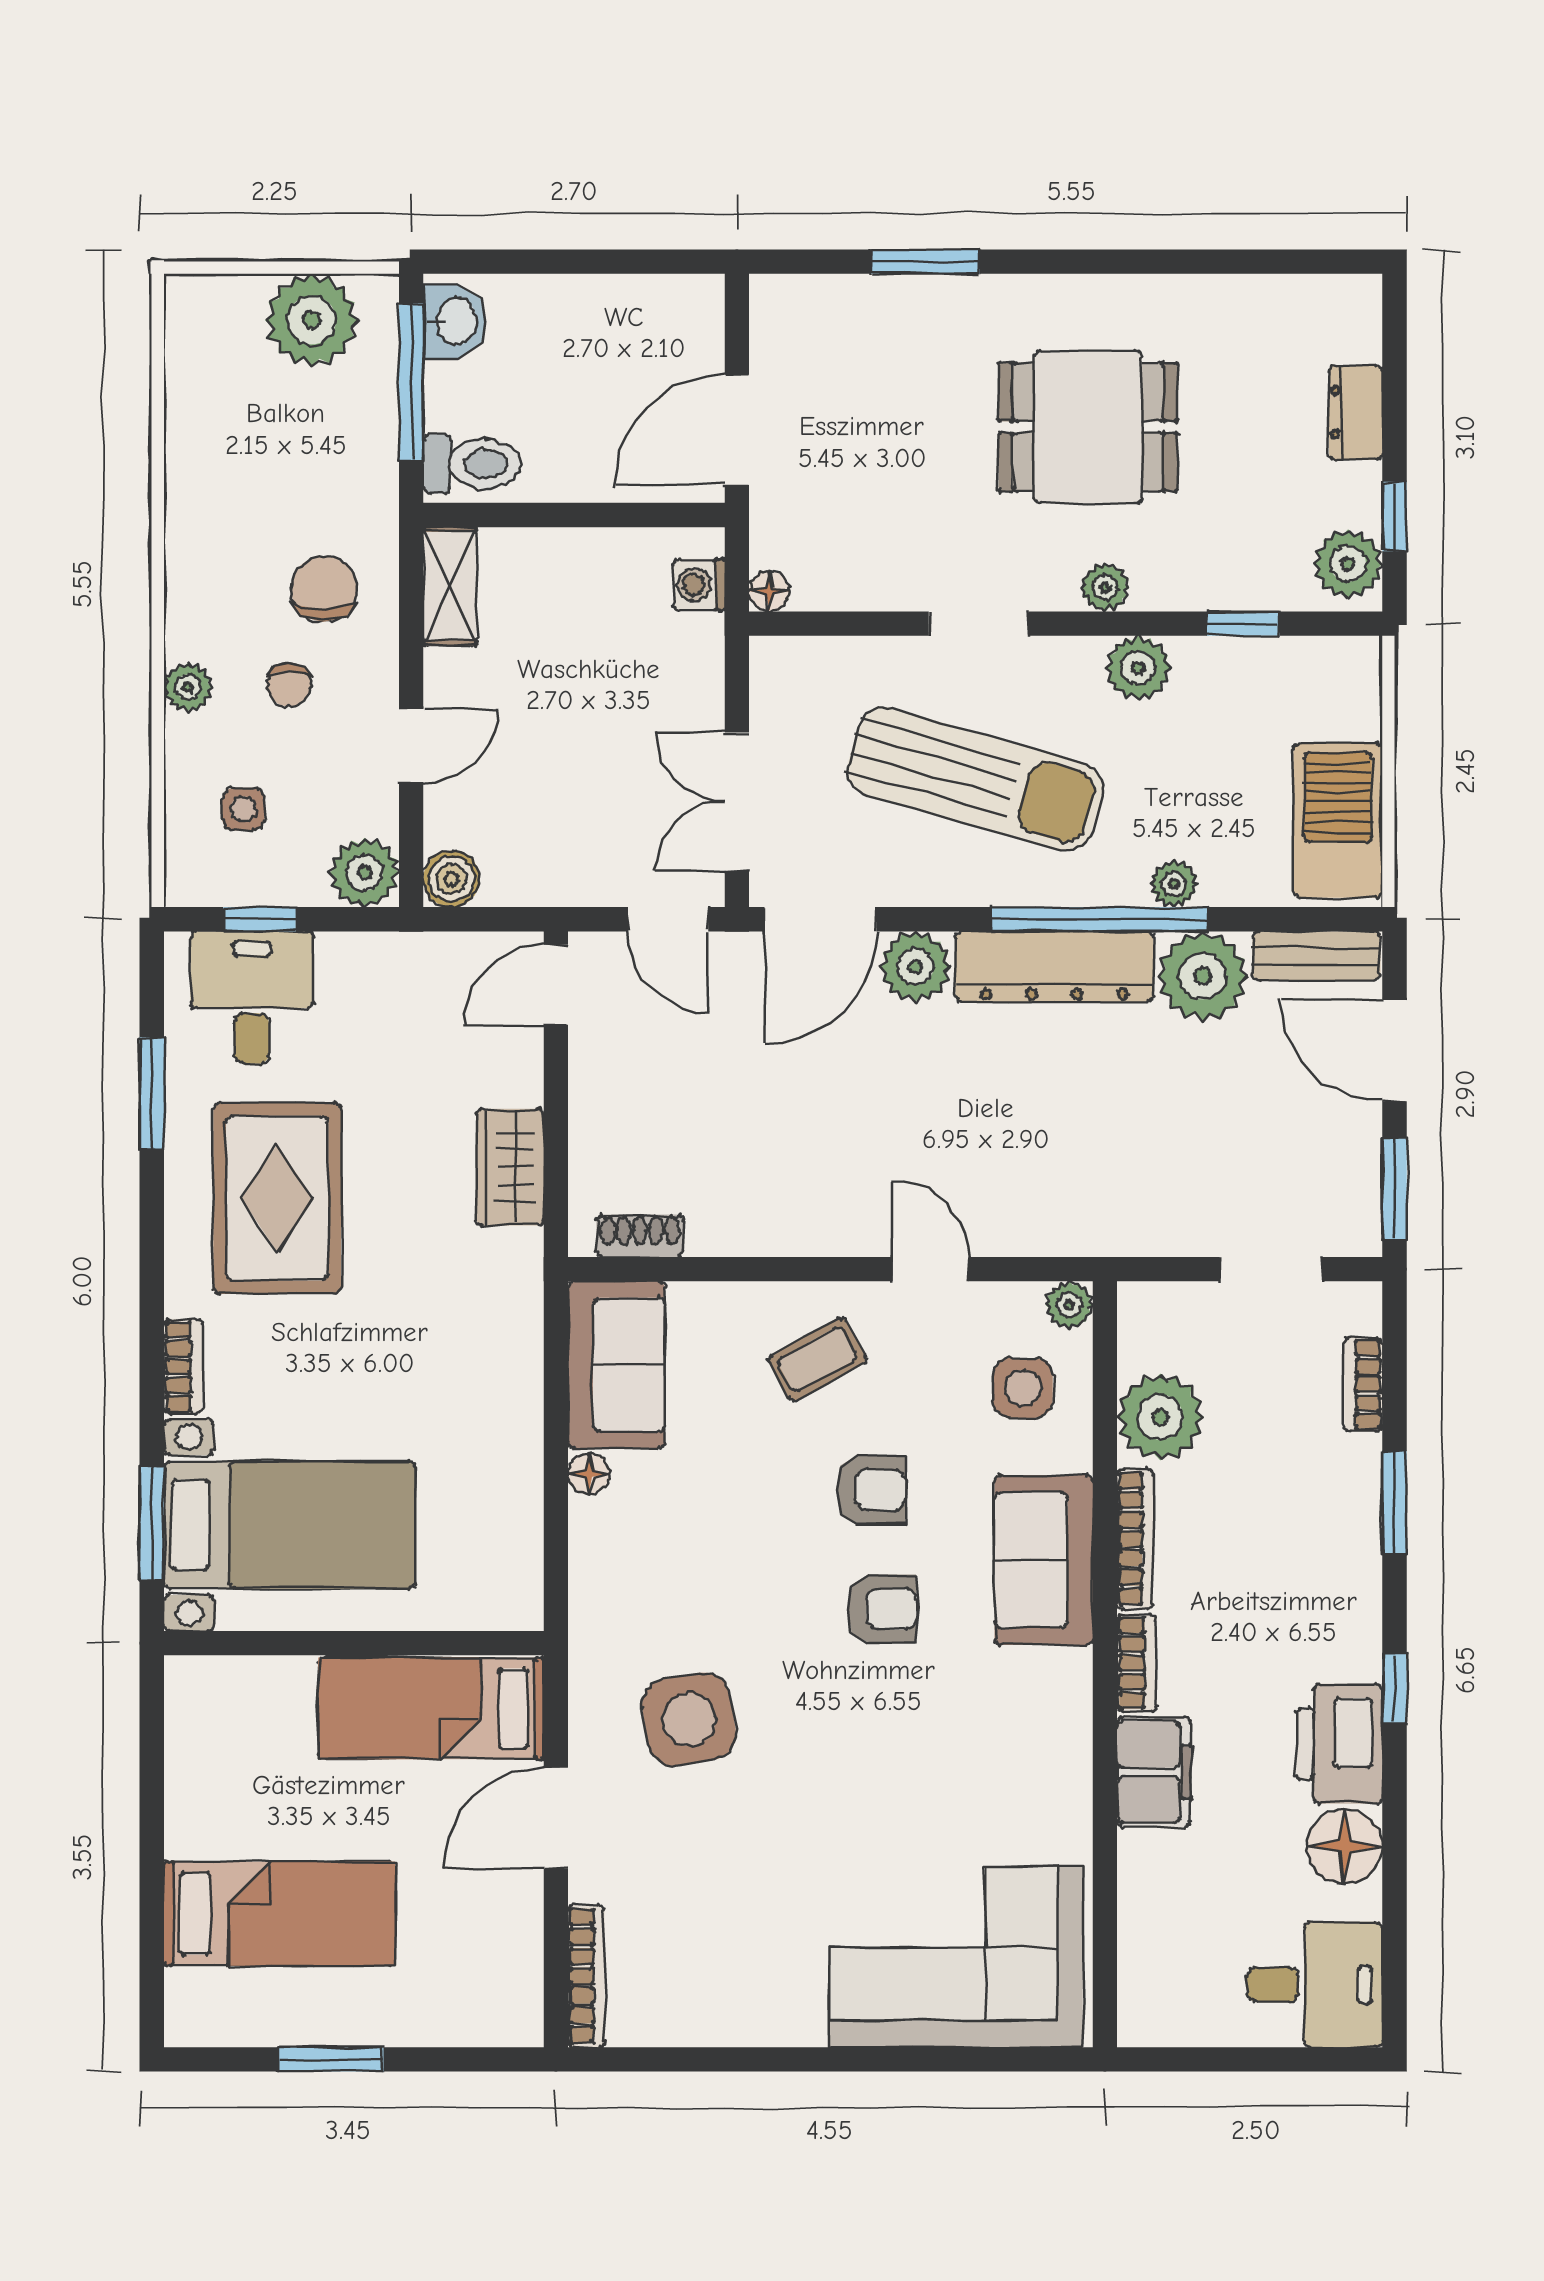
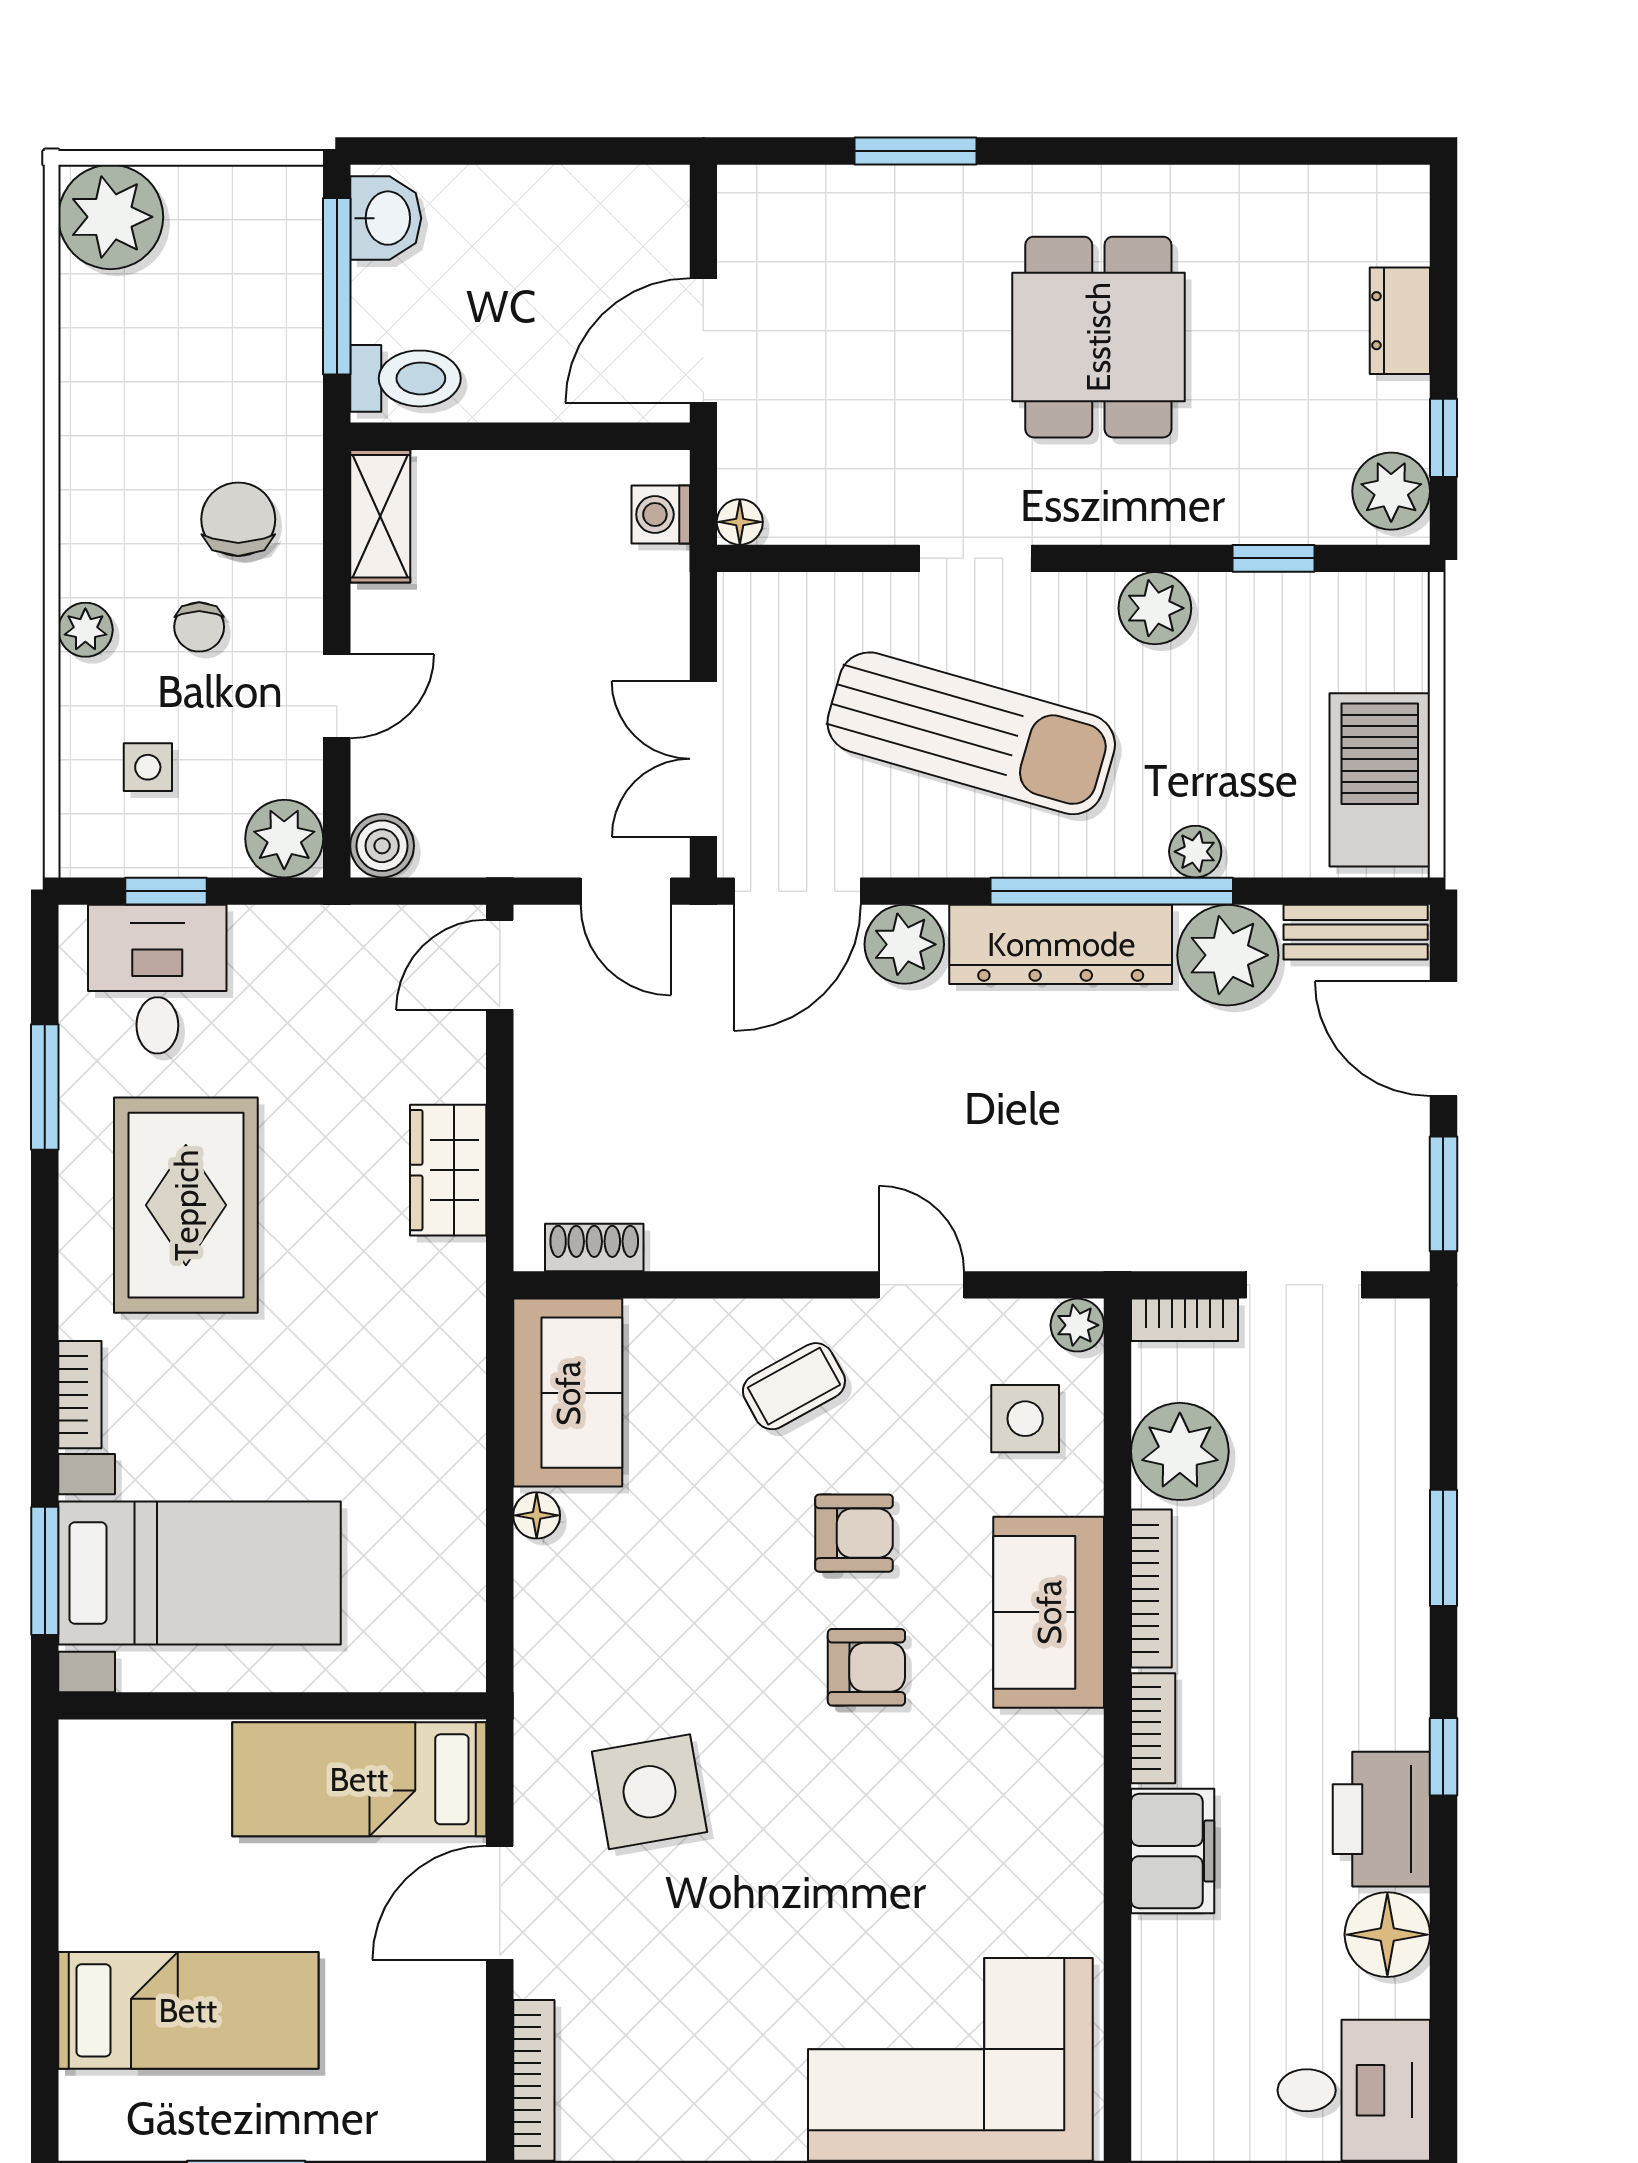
plant: (312, 320) -> (111, 217), moved
dining table: (1088, 427) -> (1098, 337), turned 90
plant: (1105, 588) -> (1118, 518), removed
bookcase: (1363, 1385) -> (1185, 1320), moved, turned -90

